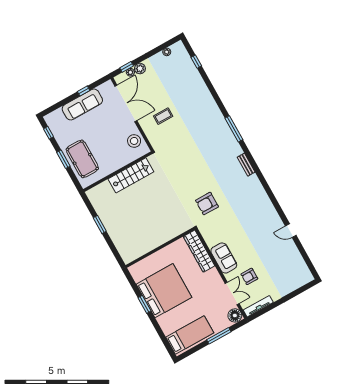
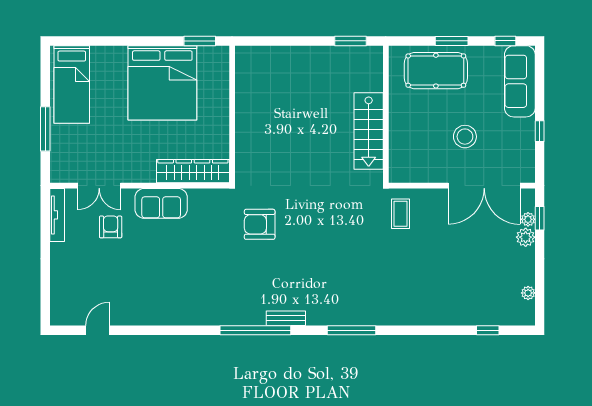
sofa: (82, 104) -> (520, 81), moved
coffee table: (163, 116) -> (400, 214), moved
stool: (134, 141) -> (465, 137), moved
window: (260, 176) -> (255, 330), added
armchair: (207, 204) -> (260, 224), turned -90
window: (100, 225) -> (350, 41), moved
door: (291, 231) -> (98, 330), moved
window: (144, 304) -> (200, 41), moved
floor lamp: (235, 315) -> (63, 171), removed

